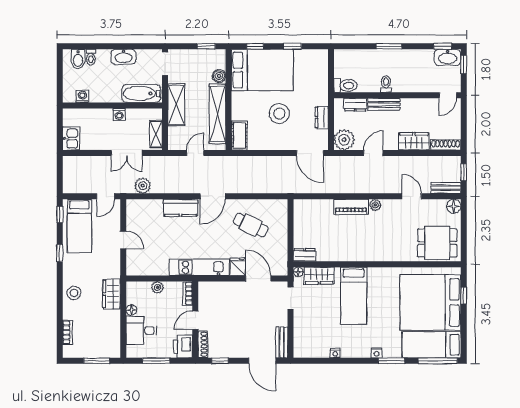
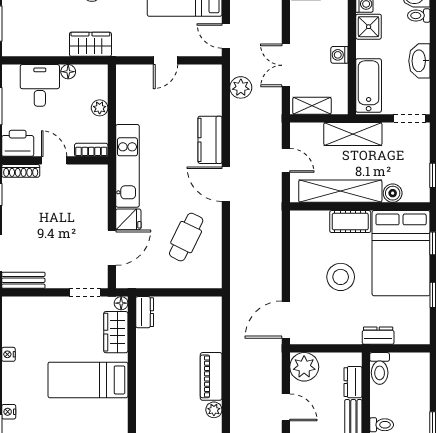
shower: (99, 93) -> (369, 27), added
dresser: (322, 117) -> (378, 336), moved
cot: (239, 135) -> (350, 222), moved

